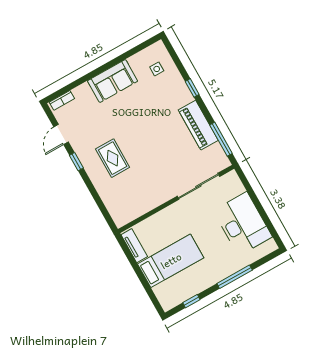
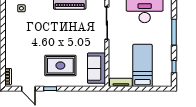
sofa: (113, 81) -> (96, 68), moved, turned 180
rug: (113, 158) -> (60, 66), width x1.36, depth x1.43

